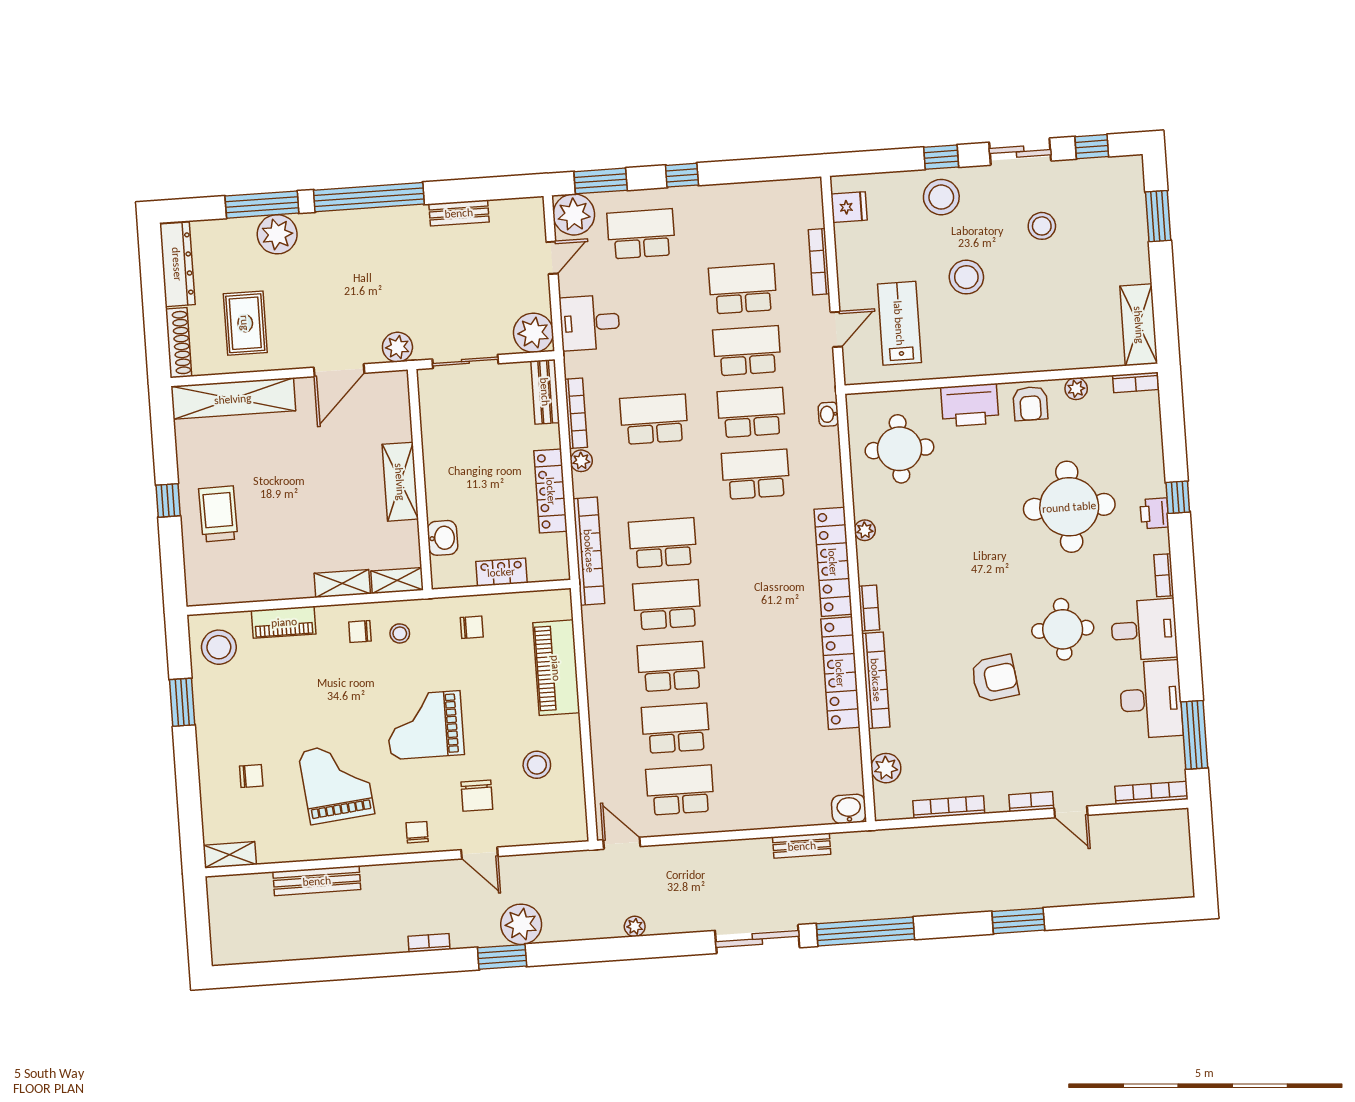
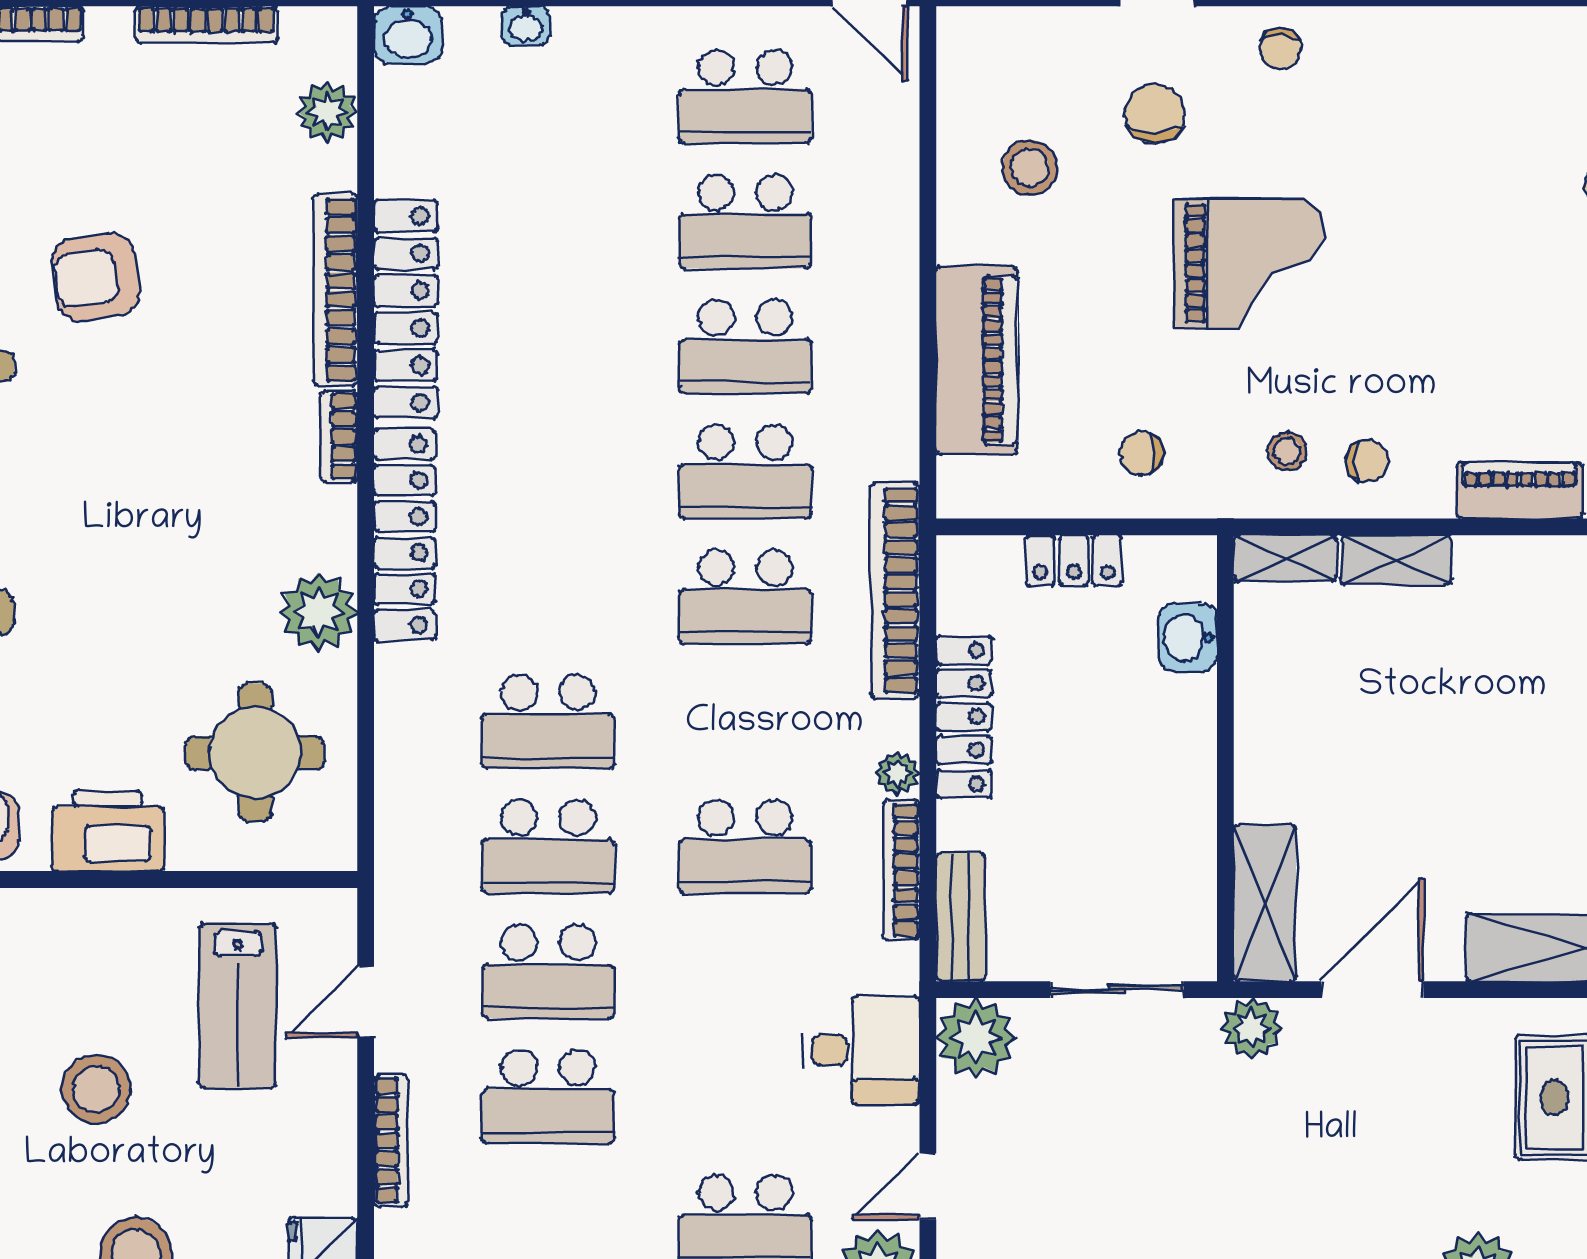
washbasin: (828, 414) -> (526, 26), moved, turned 90
shelving: (400, 482) -> (1265, 903), moved
plant: (865, 530) -> (318, 612), width x1.87, depth x1.87
grand piano: (336, 783) -> (1436, 160), removed

